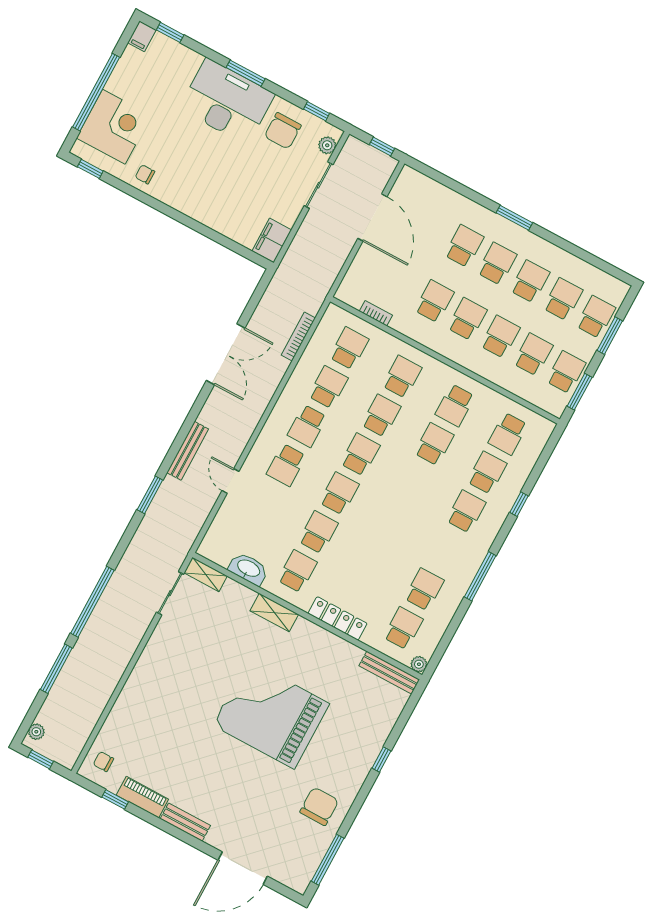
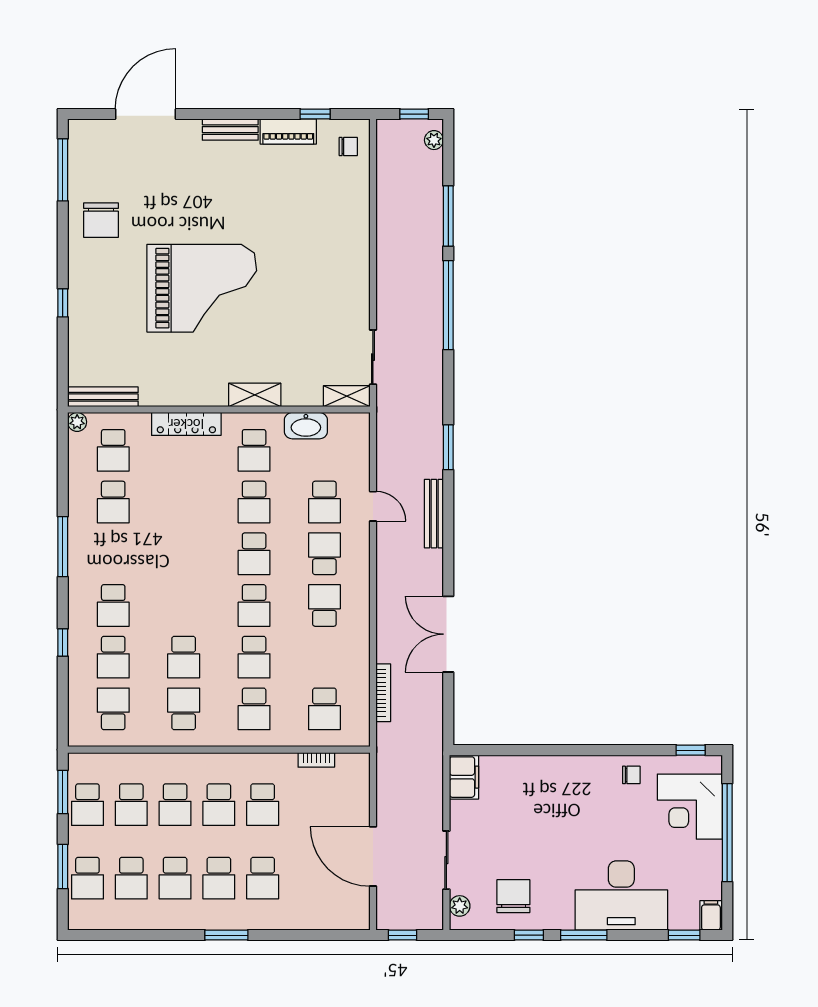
desk: (227, 101) -> (621, 896), moved
window: (317, 111) -> (529, 935), moved
school desk: (328, 387) -> (324, 502), moved

